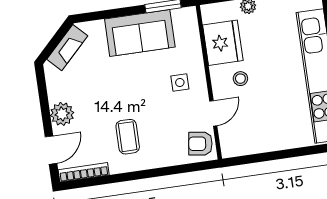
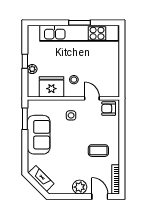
armchair: (200, 144) -> (109, 109), turned 82

